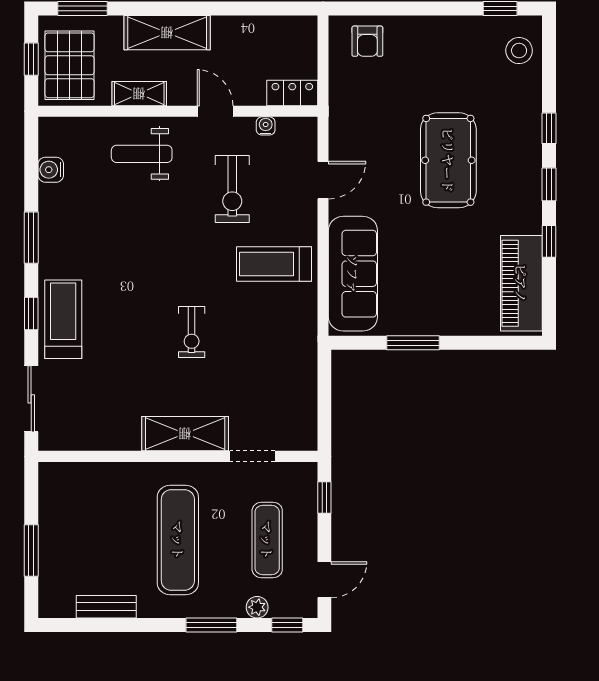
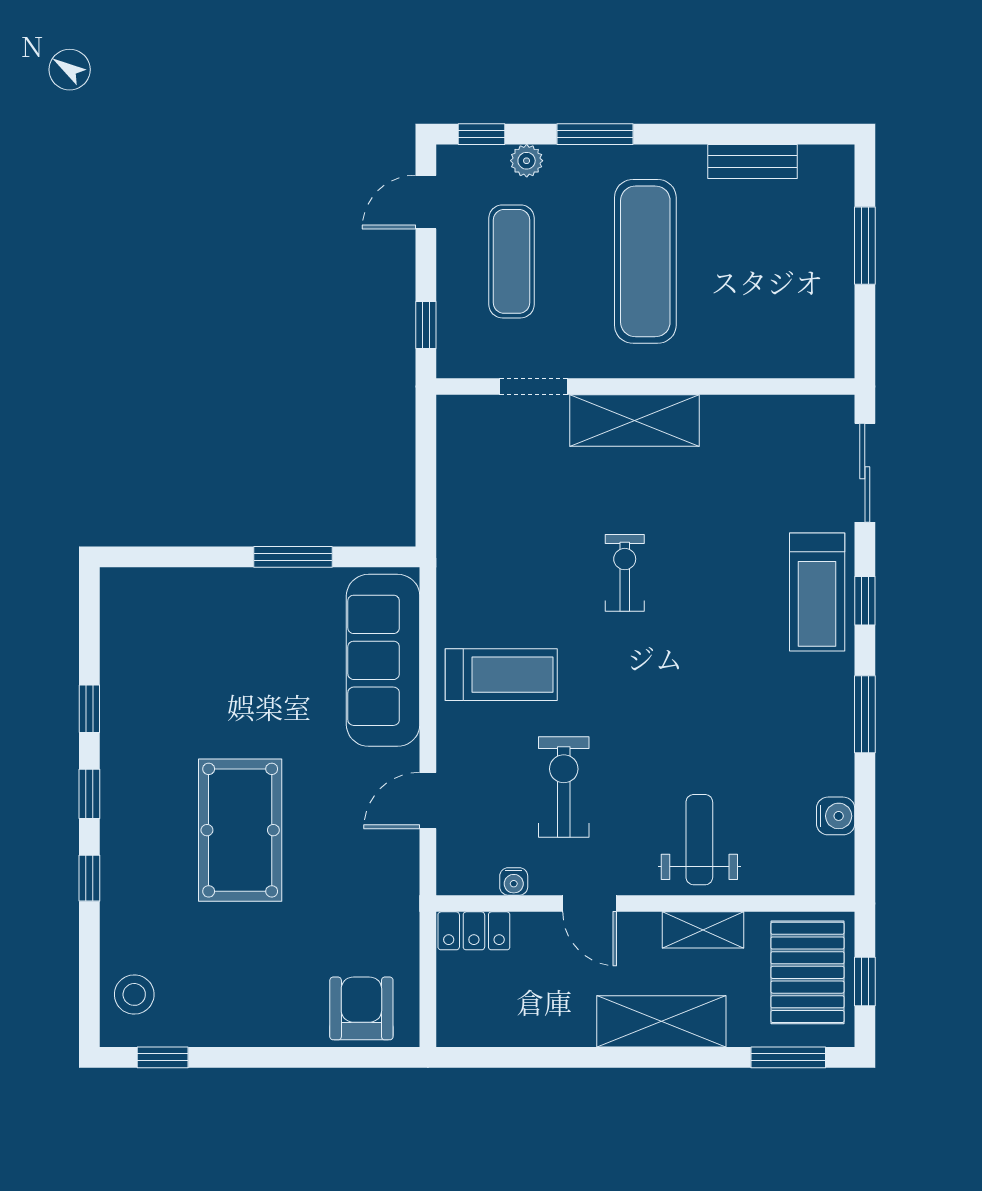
armchair: (367, 41) -> (361, 1008), width x1.38, depth x1.38
weight bench: (142, 154) -> (699, 840), turned -90
piano: (521, 283) -> (131, 646), removed

